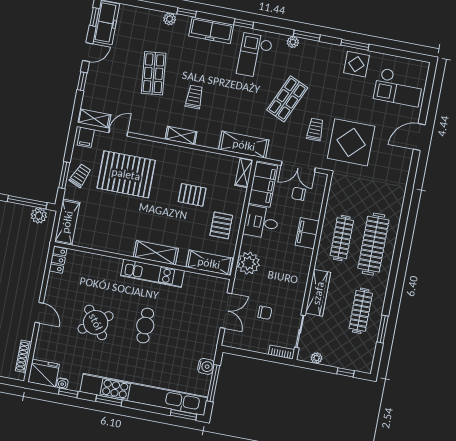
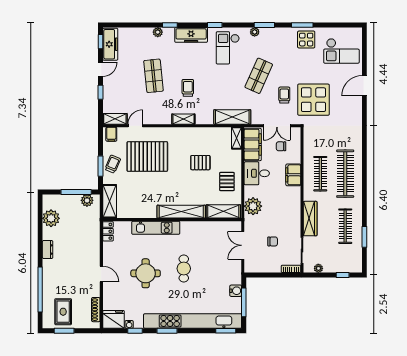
shelving: (156, 253) -> (181, 212), width x1.47
kitchen unit: (153, 273) -> (156, 228), moved
double door: (226, 310) -> (243, 245), swing flipped
round table: (96, 322) -> (146, 273), turned 37

